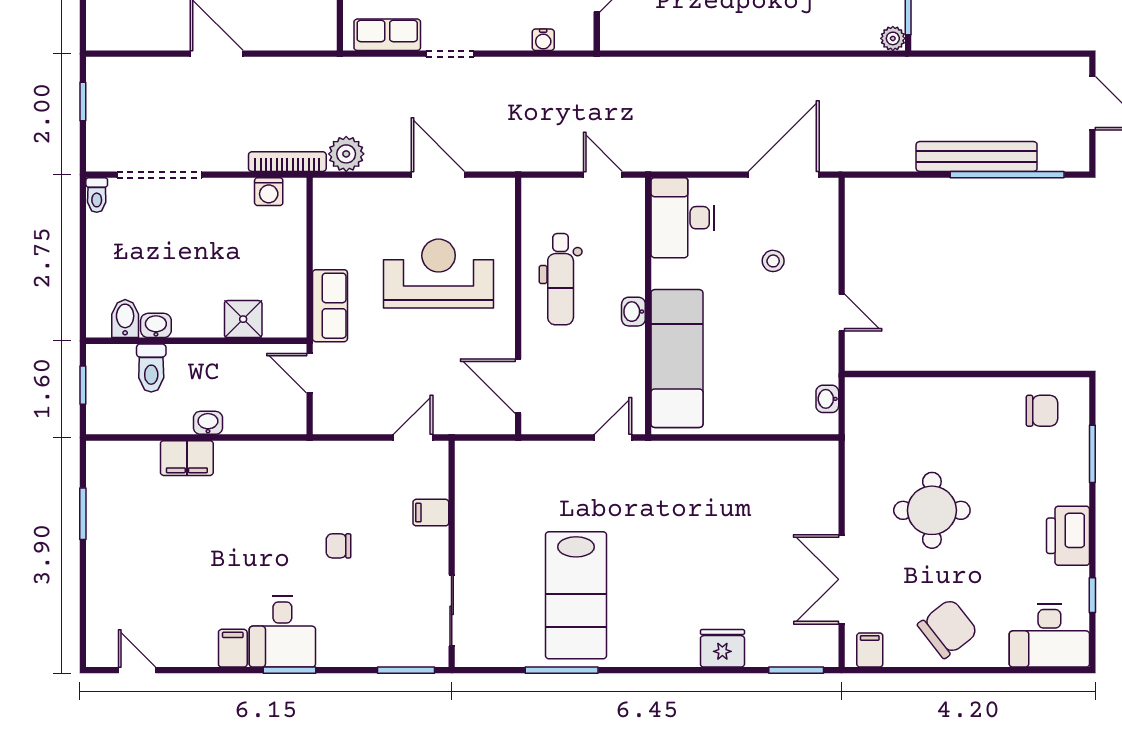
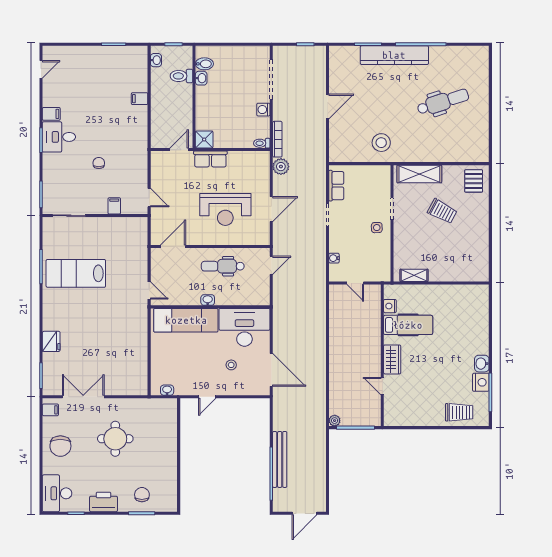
door: (603, 175) -> (271, 265), moved
washing machine: (269, 192) -> (263, 110), moved
toilet: (97, 195) -> (262, 143), moved
desk: (683, 218) -> (244, 327), width x1.36, depth x1.30
reception desk: (439, 274) -> (225, 209), turned 90
shower: (243, 319) -> (204, 140), moved
chair: (1042, 411) -> (142, 495), moved, turned 180
washbasin: (208, 423) -> (156, 60), moved
filing cabinet: (187, 458) -> (140, 99), width x0.50
chair: (948, 628) -> (60, 446), turned 38

